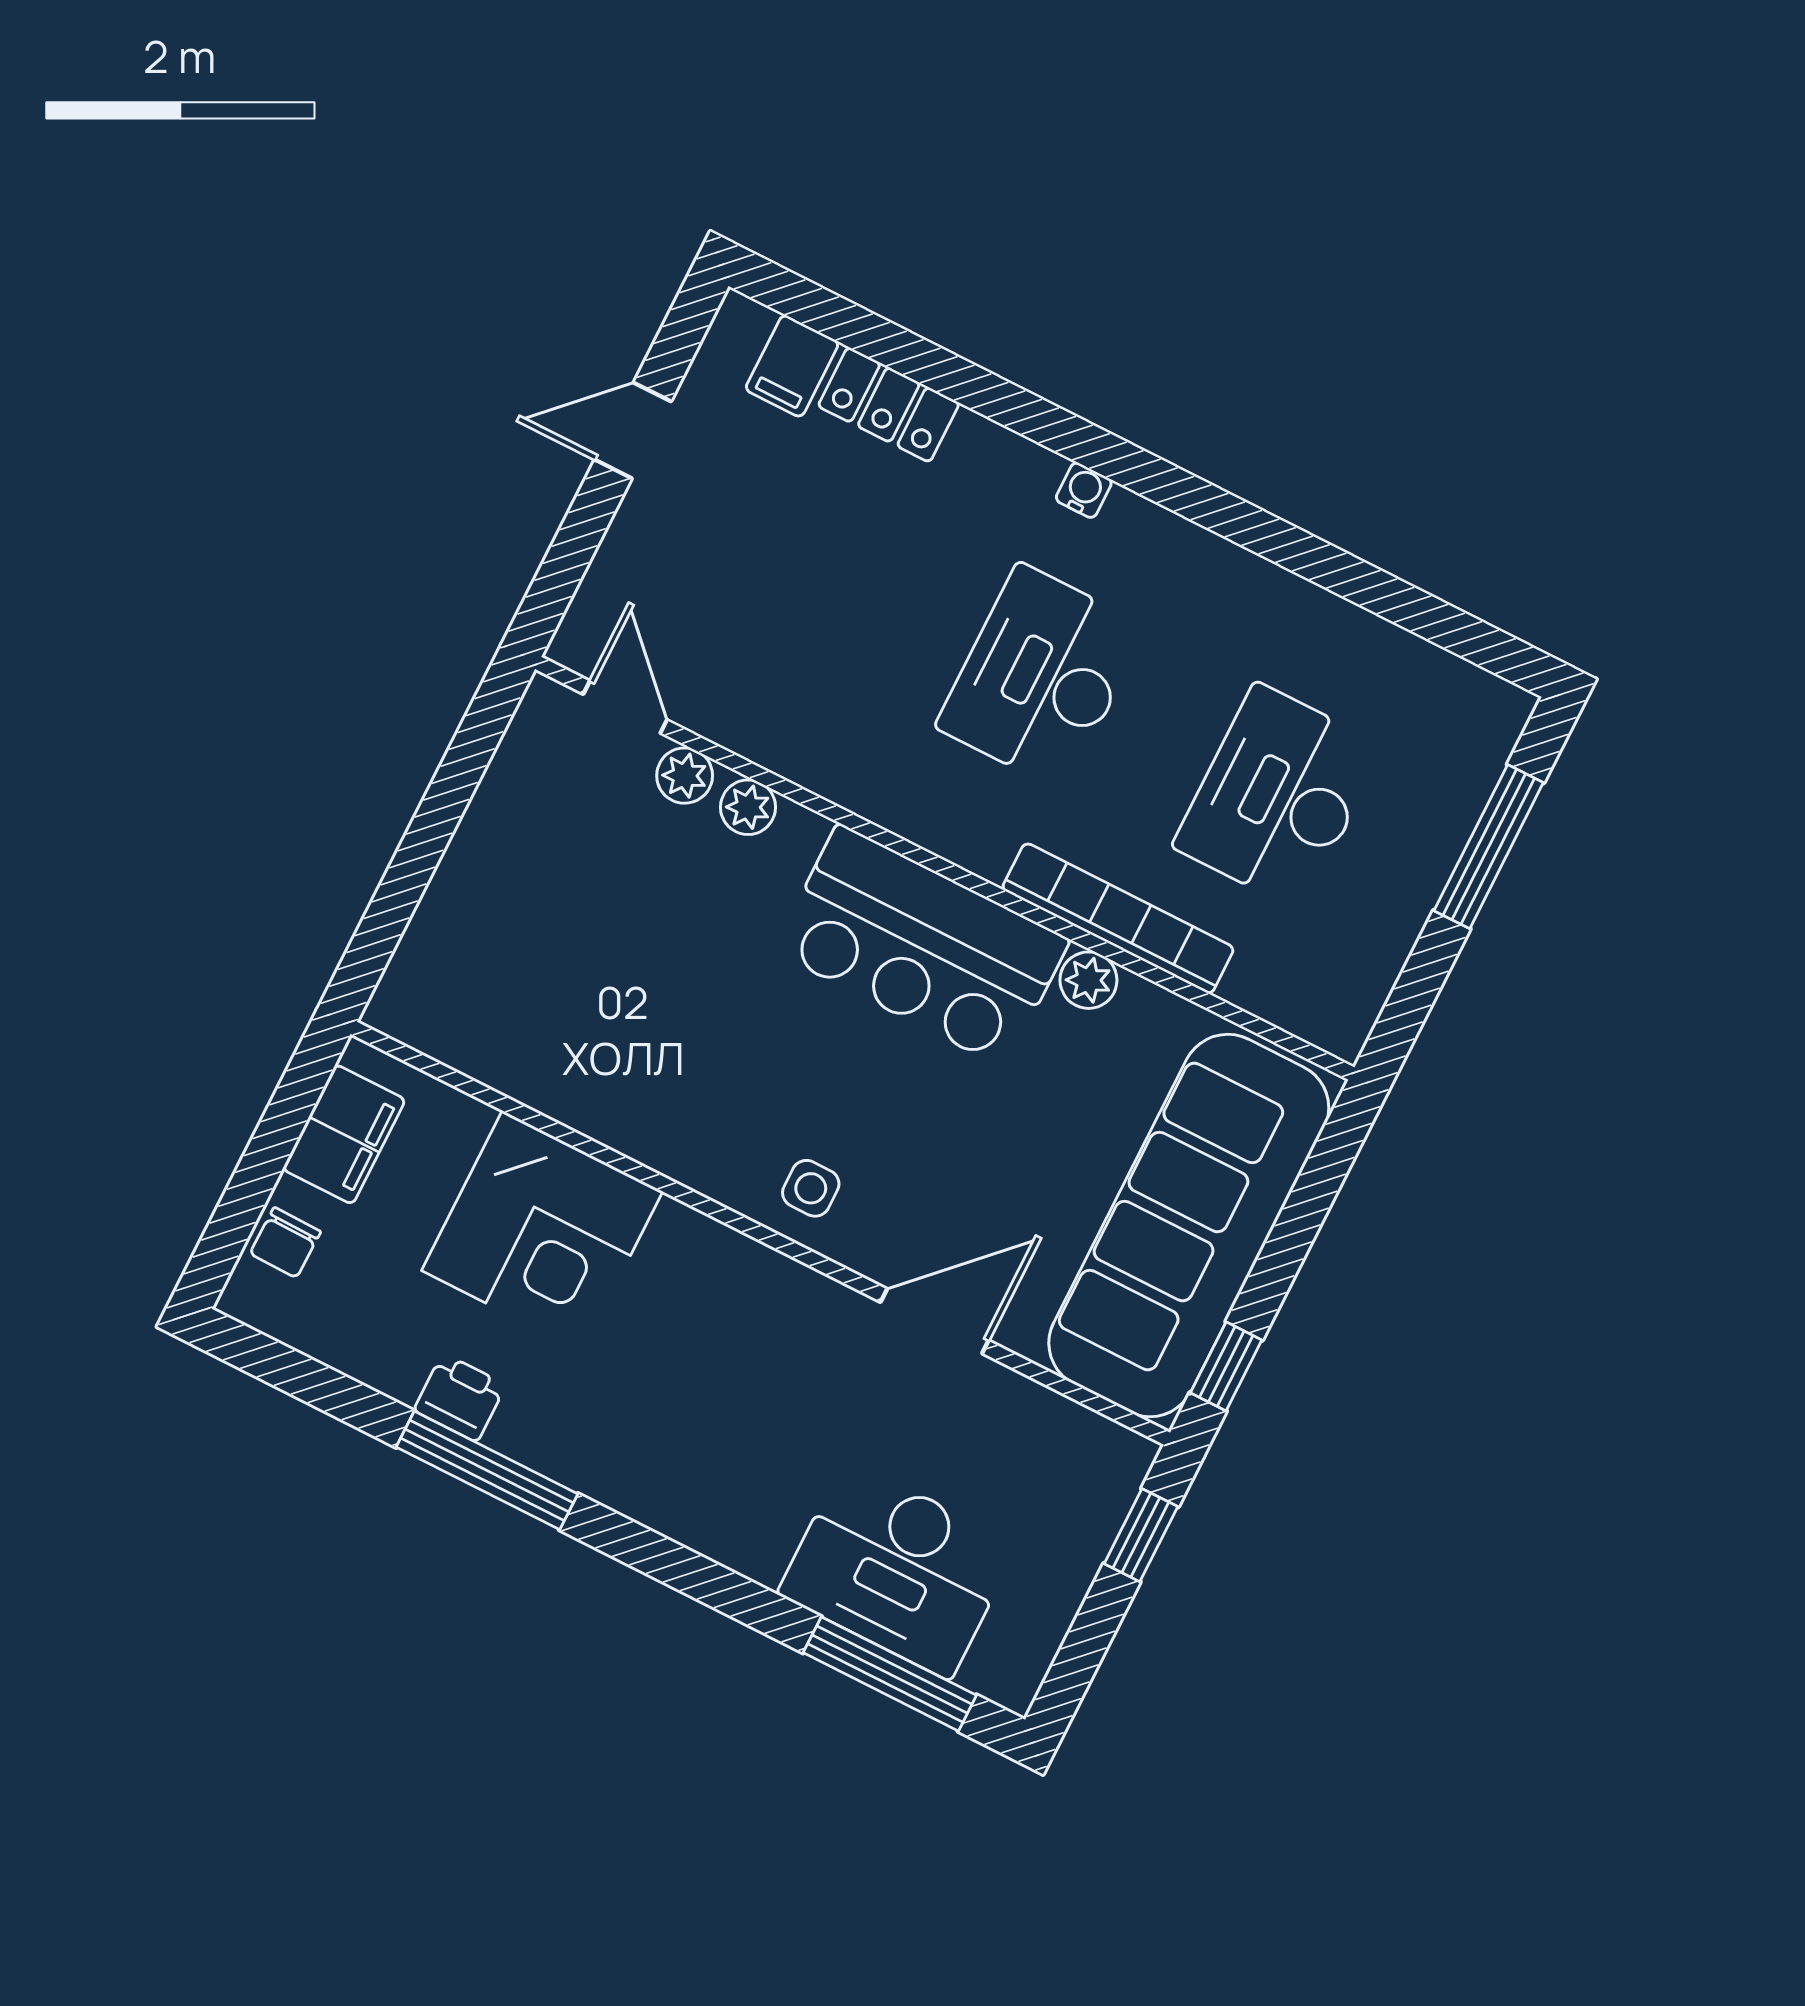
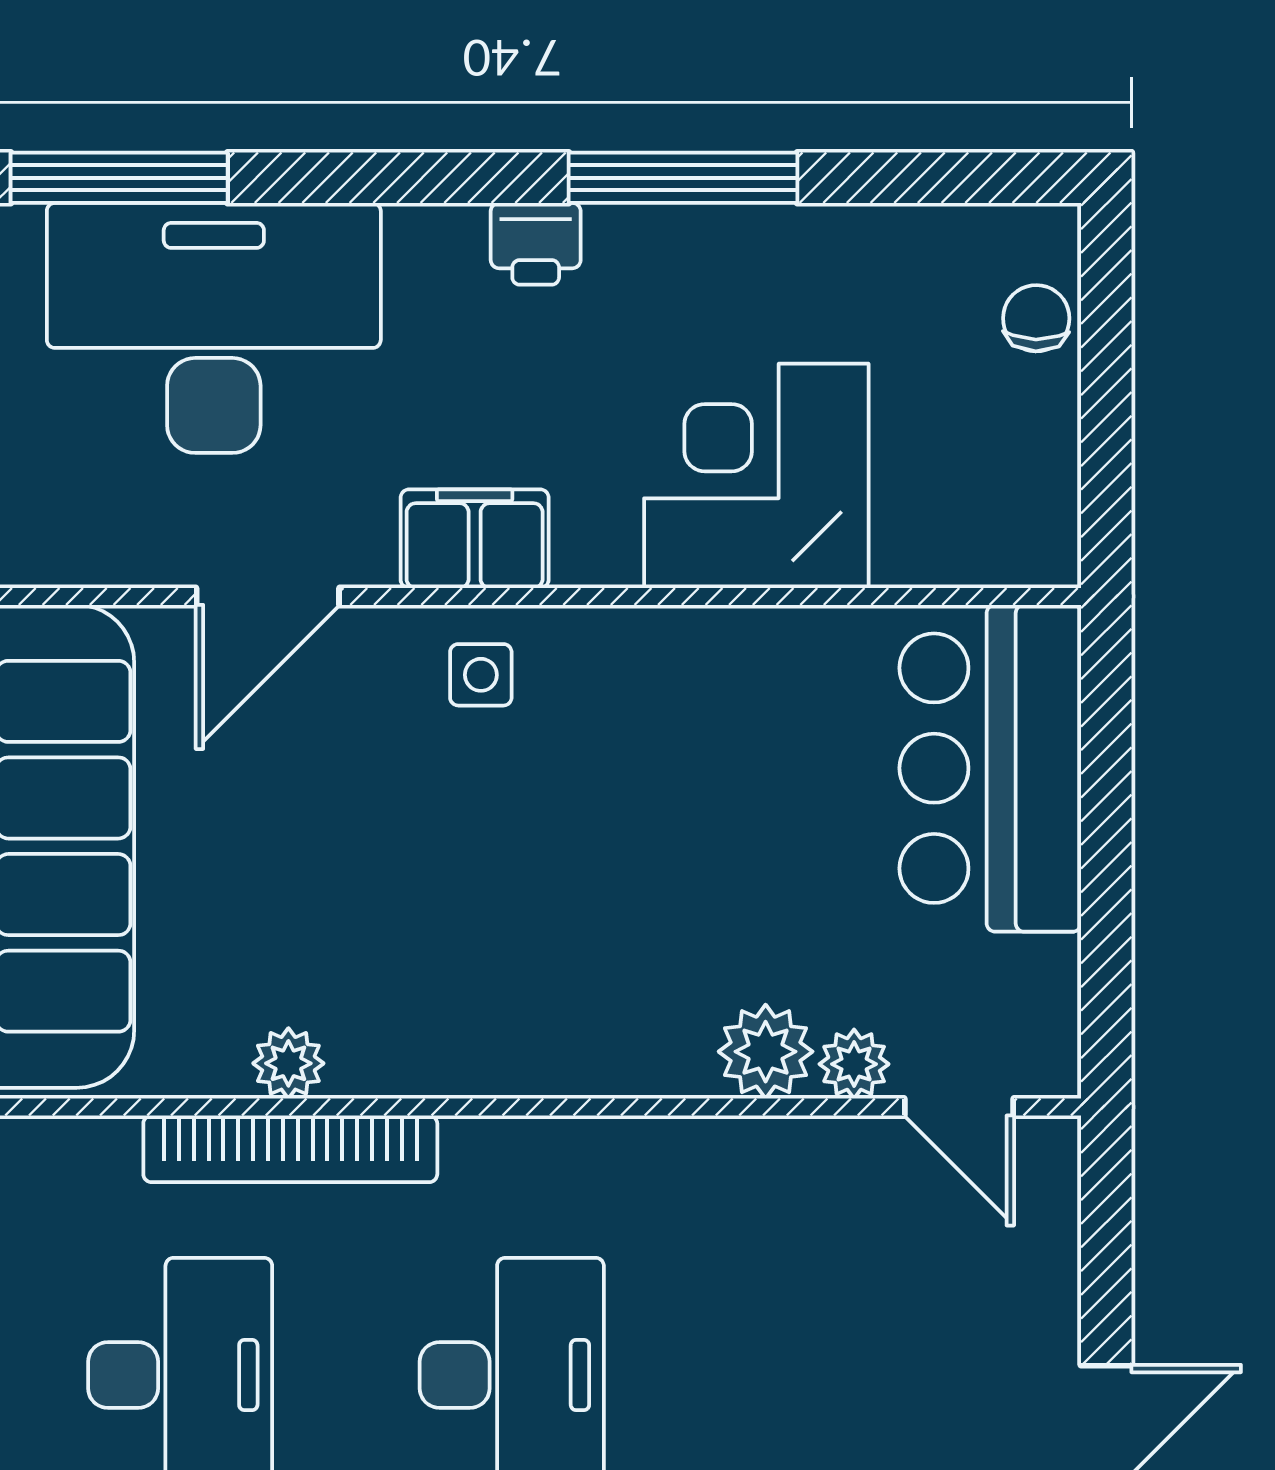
plant: (748, 807) -> (766, 1052), width x1.38, depth x1.38
bar counter: (922, 946) -> (990, 768), moved, turned -90
filing cabinet: (344, 1134) -> (475, 539), moved, turned 90
printer: (460, 1398) -> (536, 244), moved
desk: (898, 1569) -> (214, 328), width x1.36, depth x1.30

